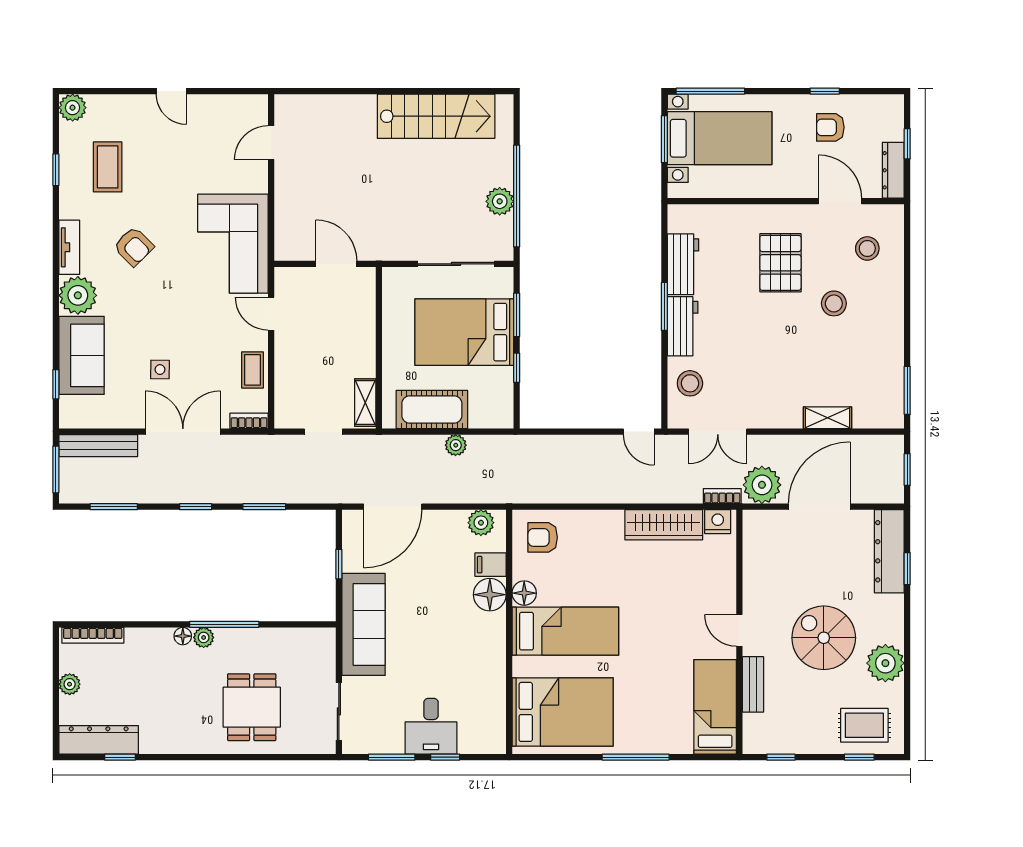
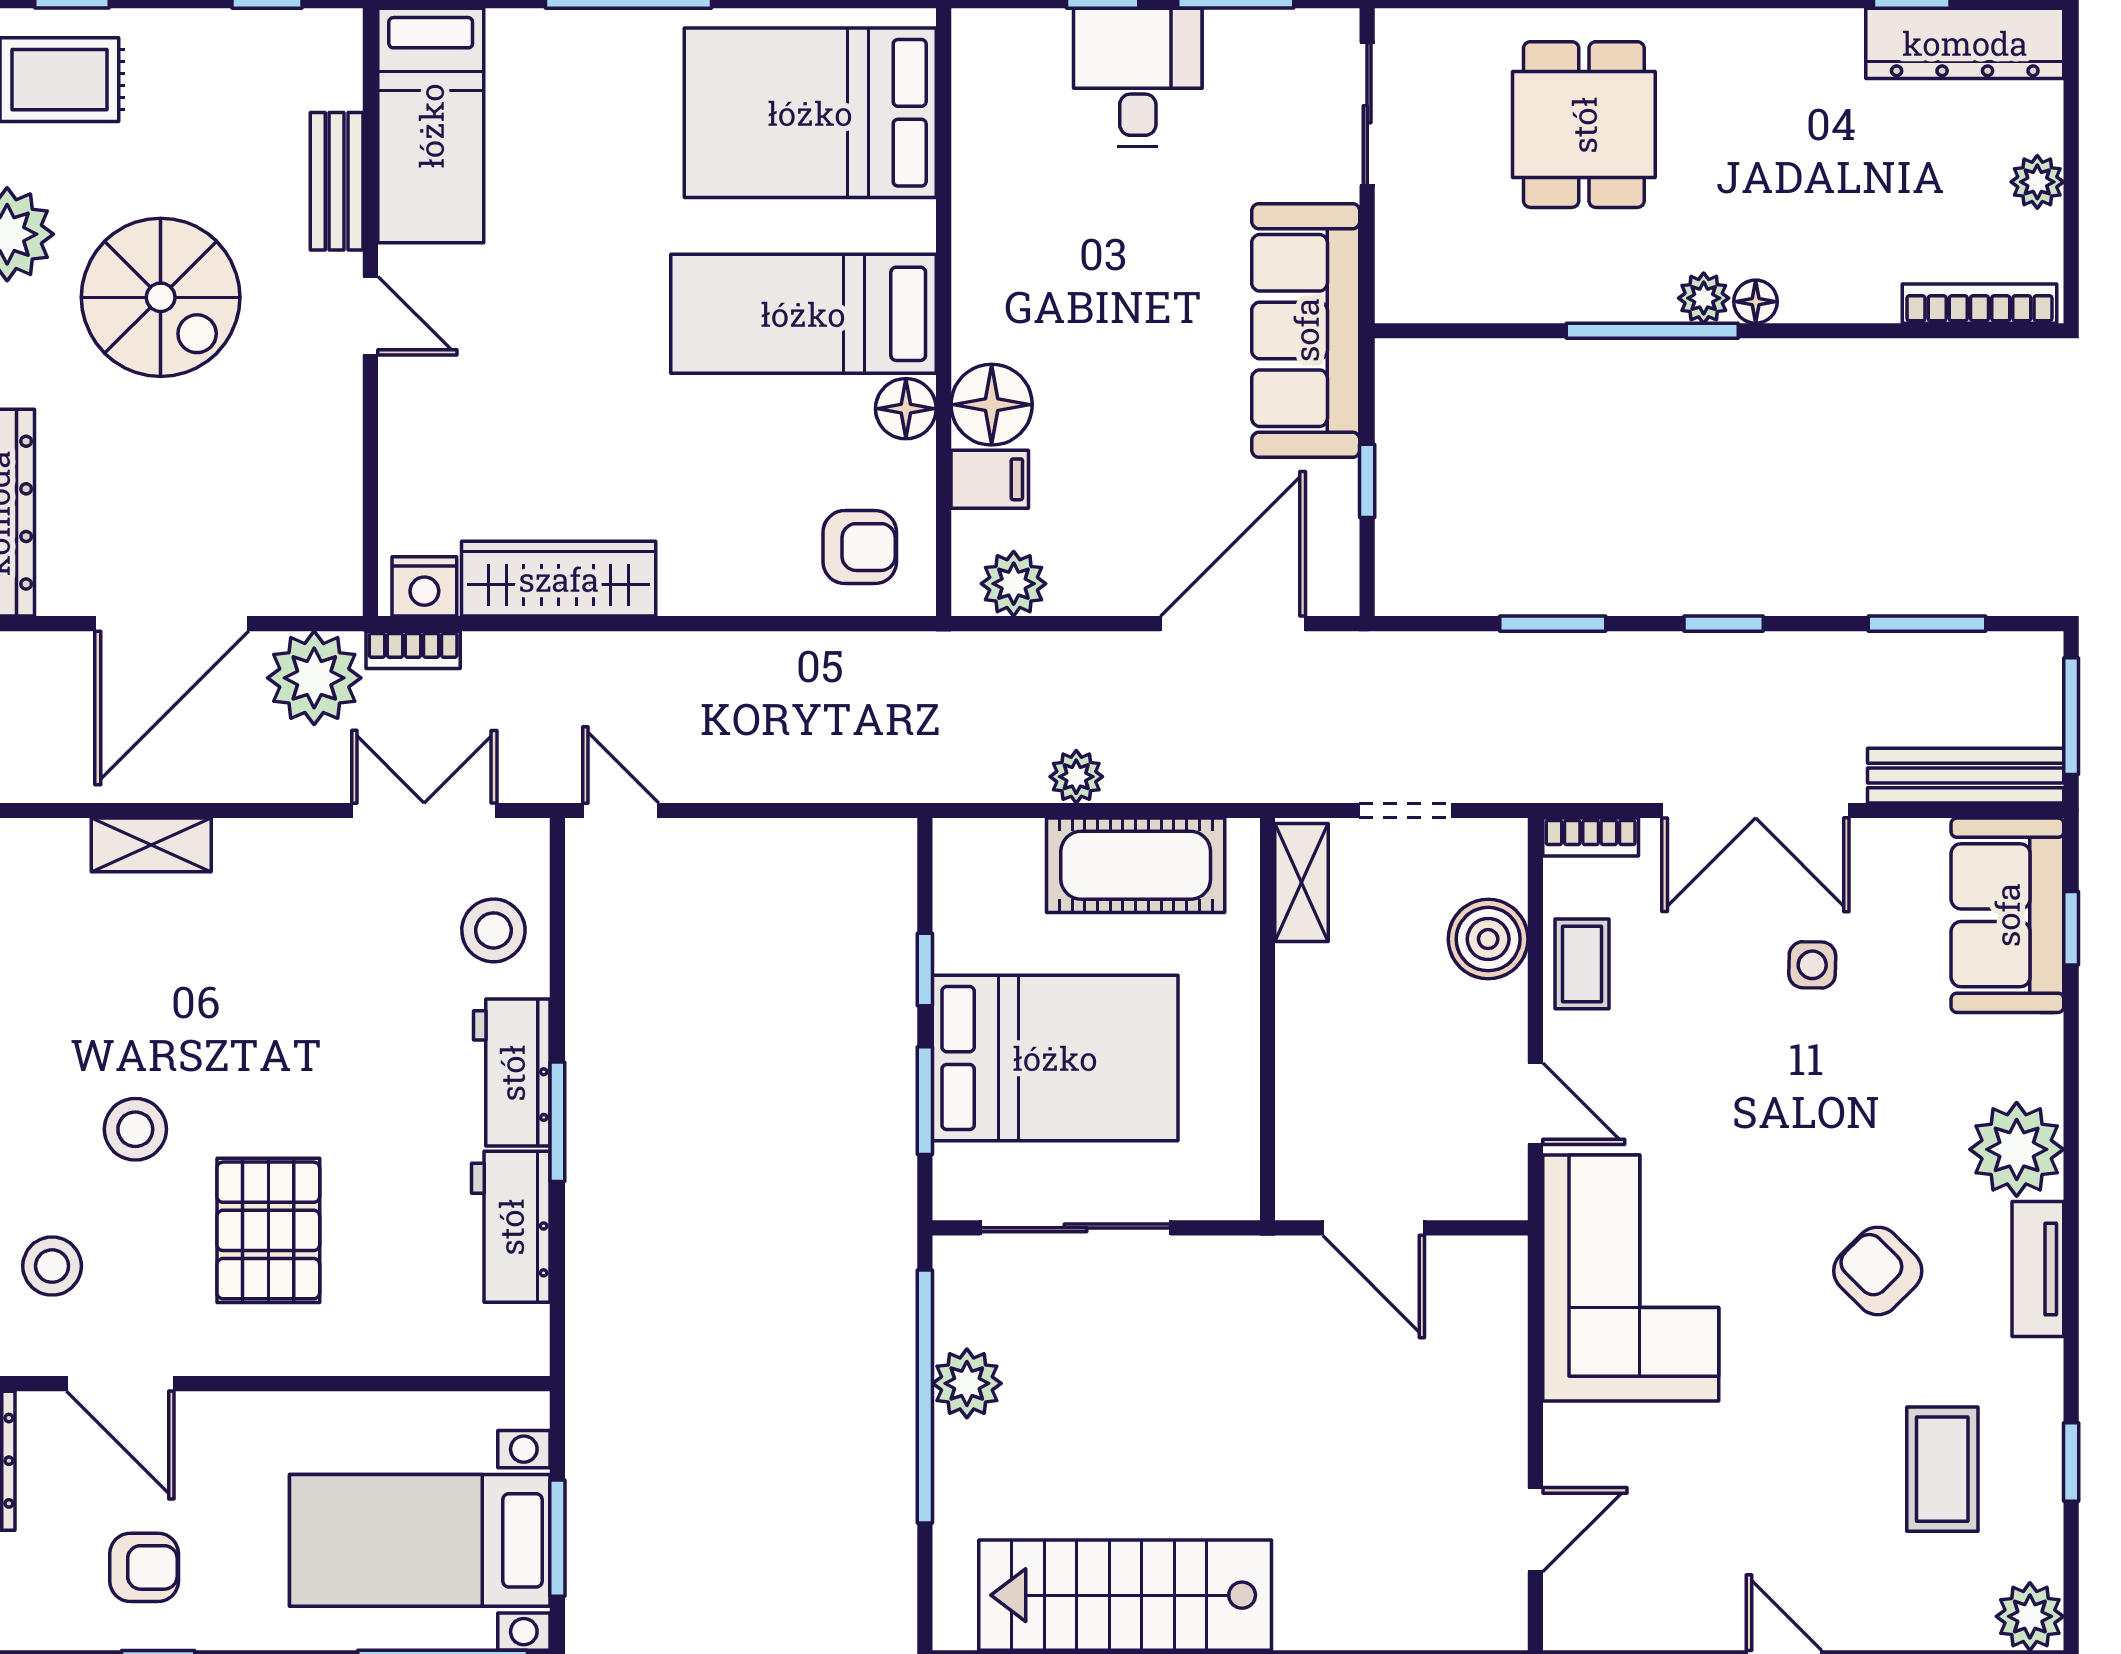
sofa: (82, 355) -> (2007, 915), moved
boiler: (290, 380) -> (1488, 939), added

